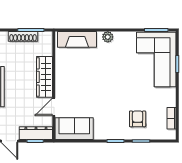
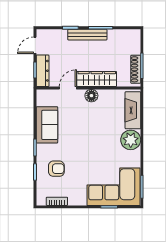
shoe rack: (23, 36) -> (136, 69), moved
plant: (108, 37) -> (131, 140), width x1.88, depth x1.88
floor lamp: (62, 82) -> (91, 96), added
door: (54, 107) -> (68, 88), hinge flipped
sofa: (74, 129) -> (47, 125), moved

